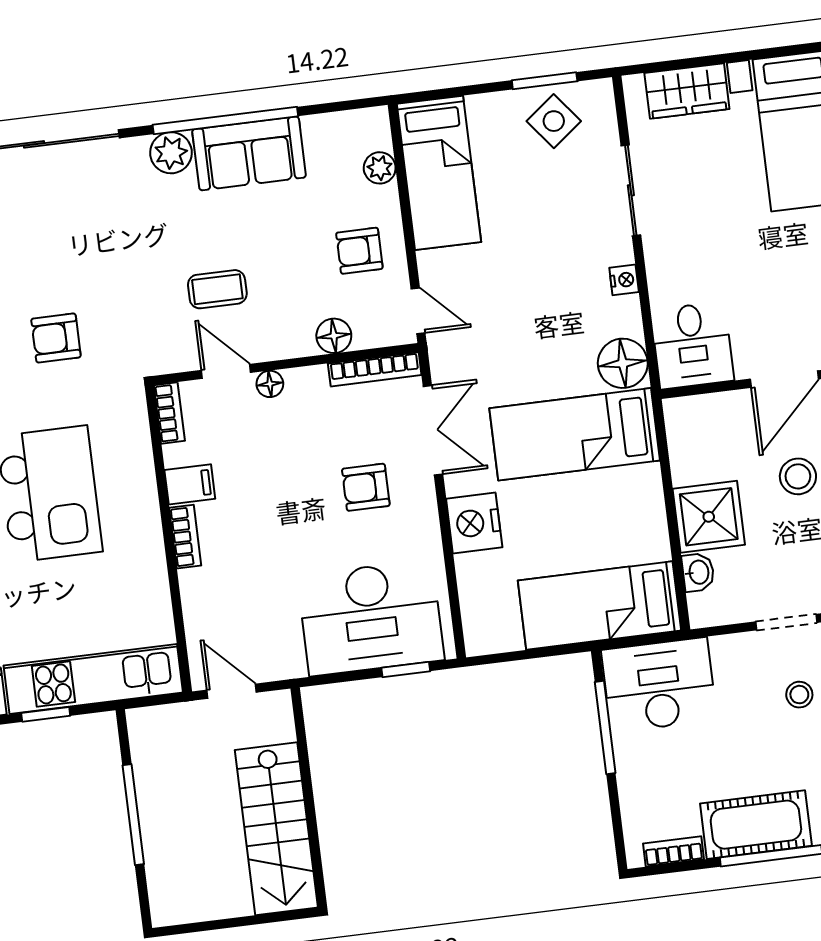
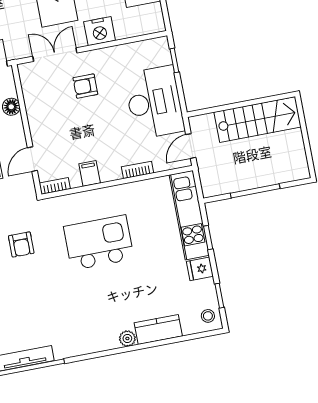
bookcase: (375, 369) -> (27, 85), removed
floor lamp: (270, 384) -> (37, 137), removed
armchair: (366, 487) -> (85, 86), turned 90
bookcase: (185, 537) -> (138, 170), moved
desk: (371, 618) -> (154, 102), moved

